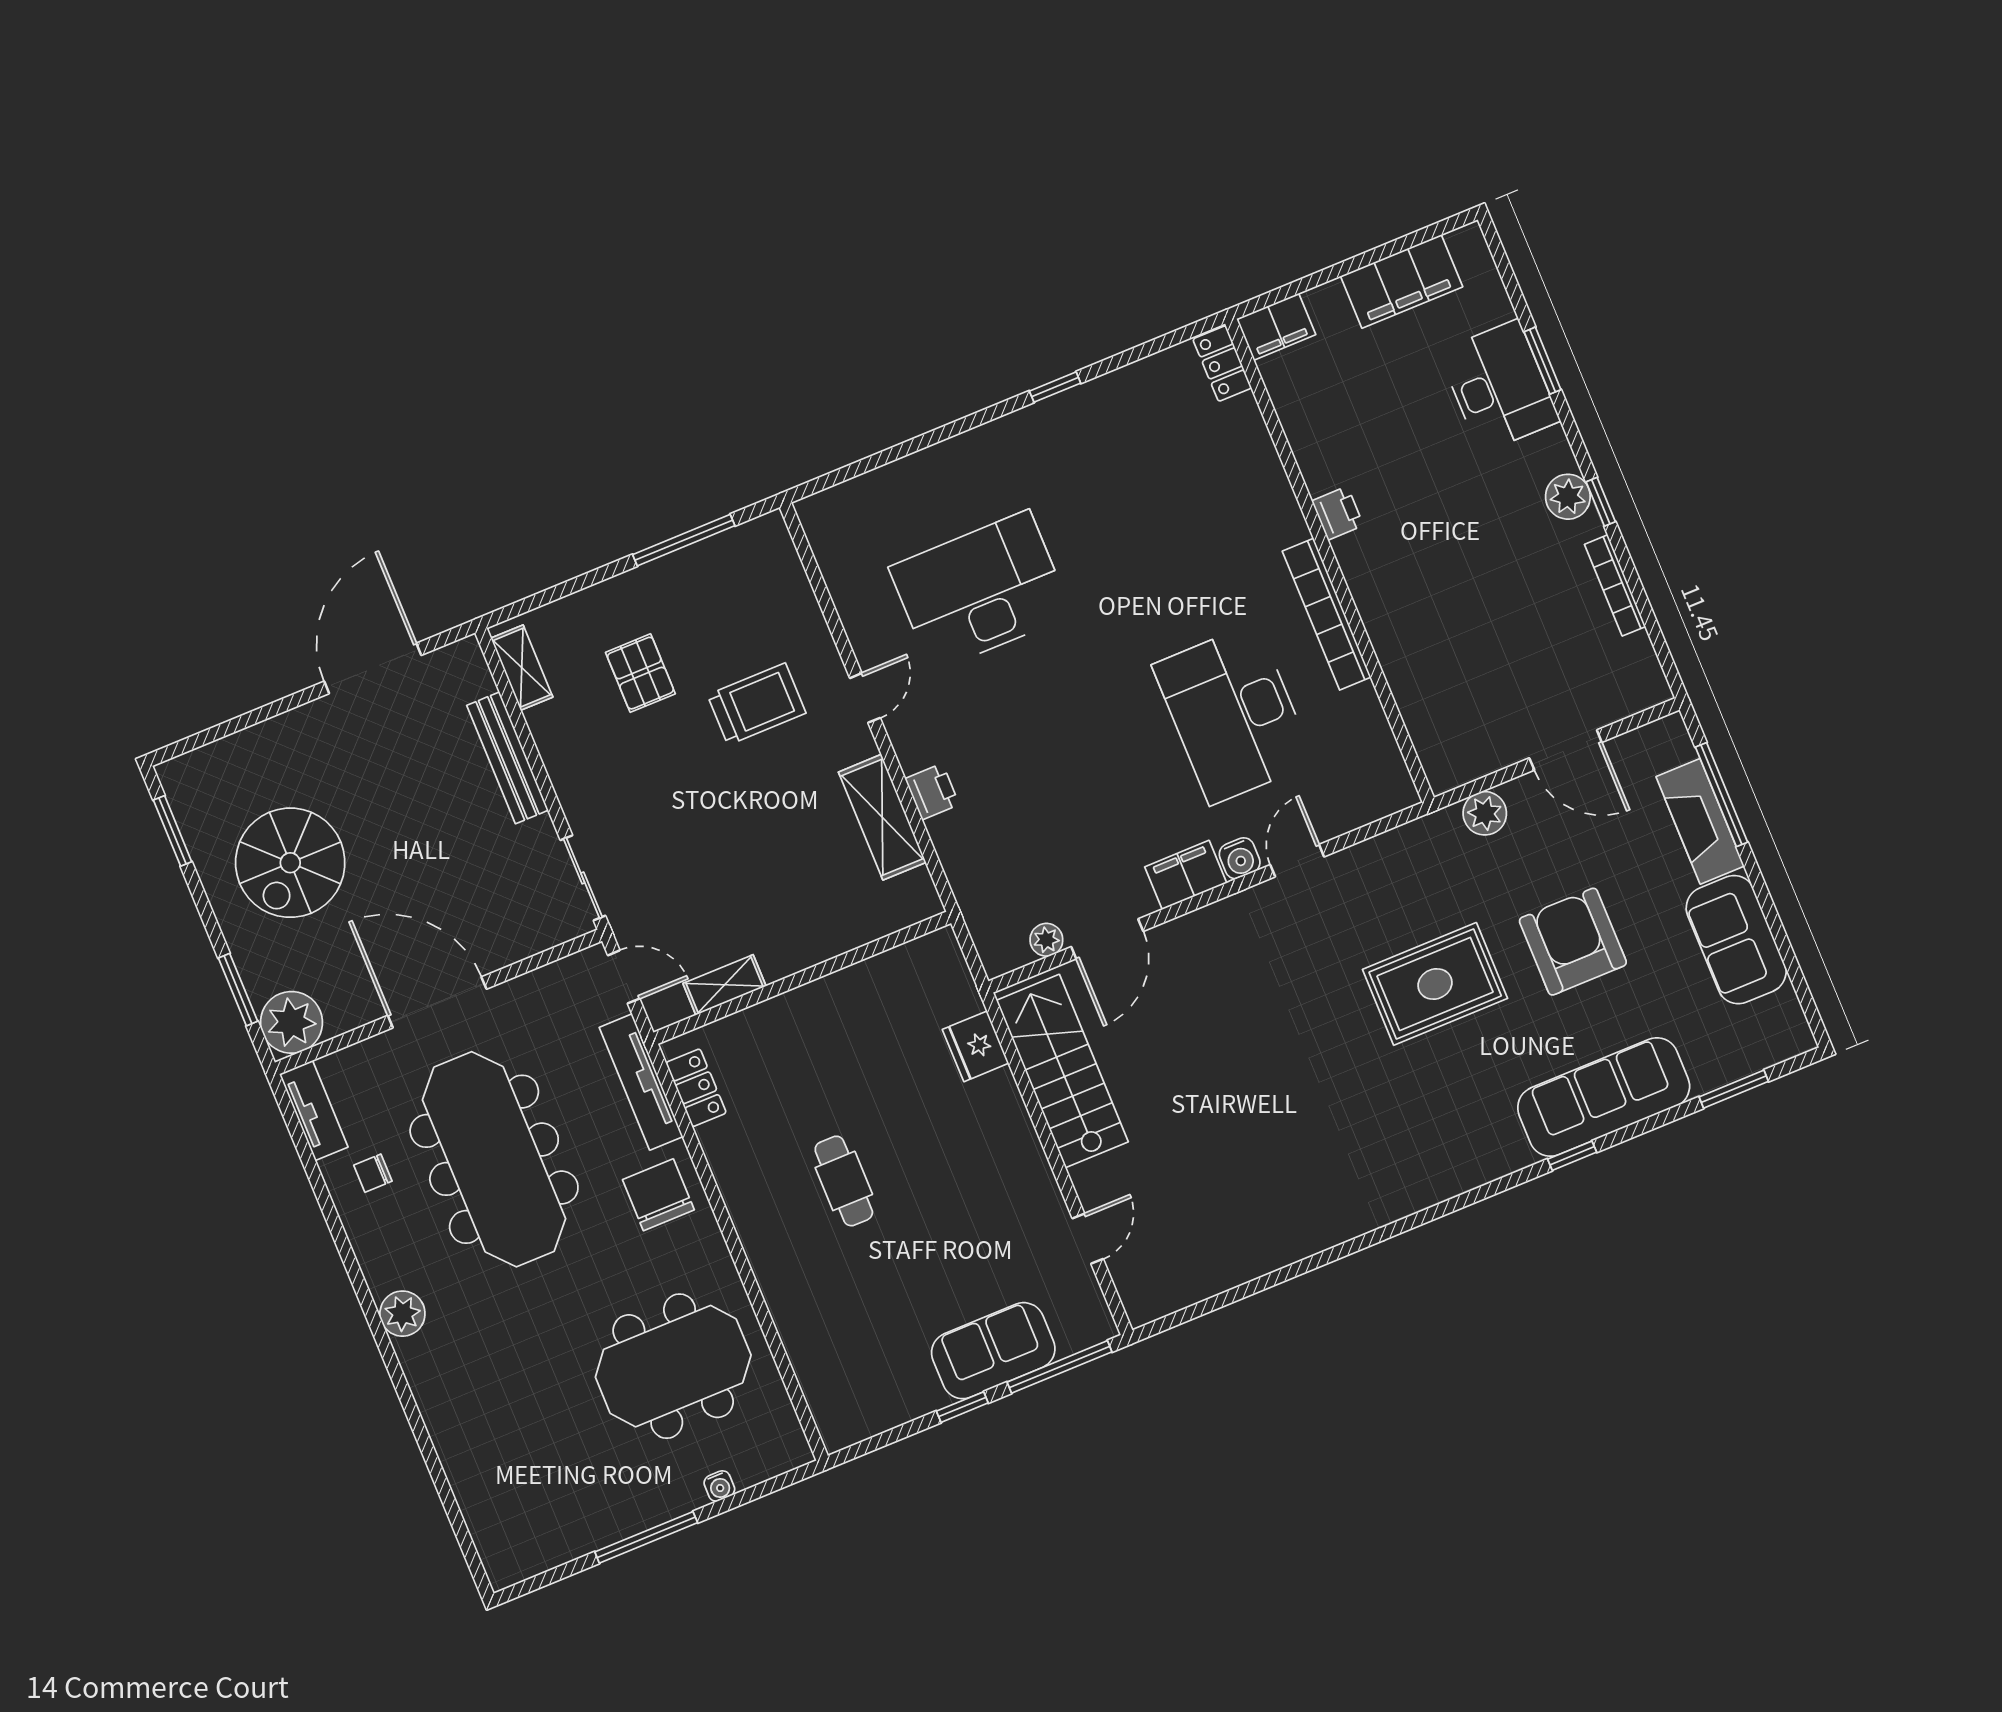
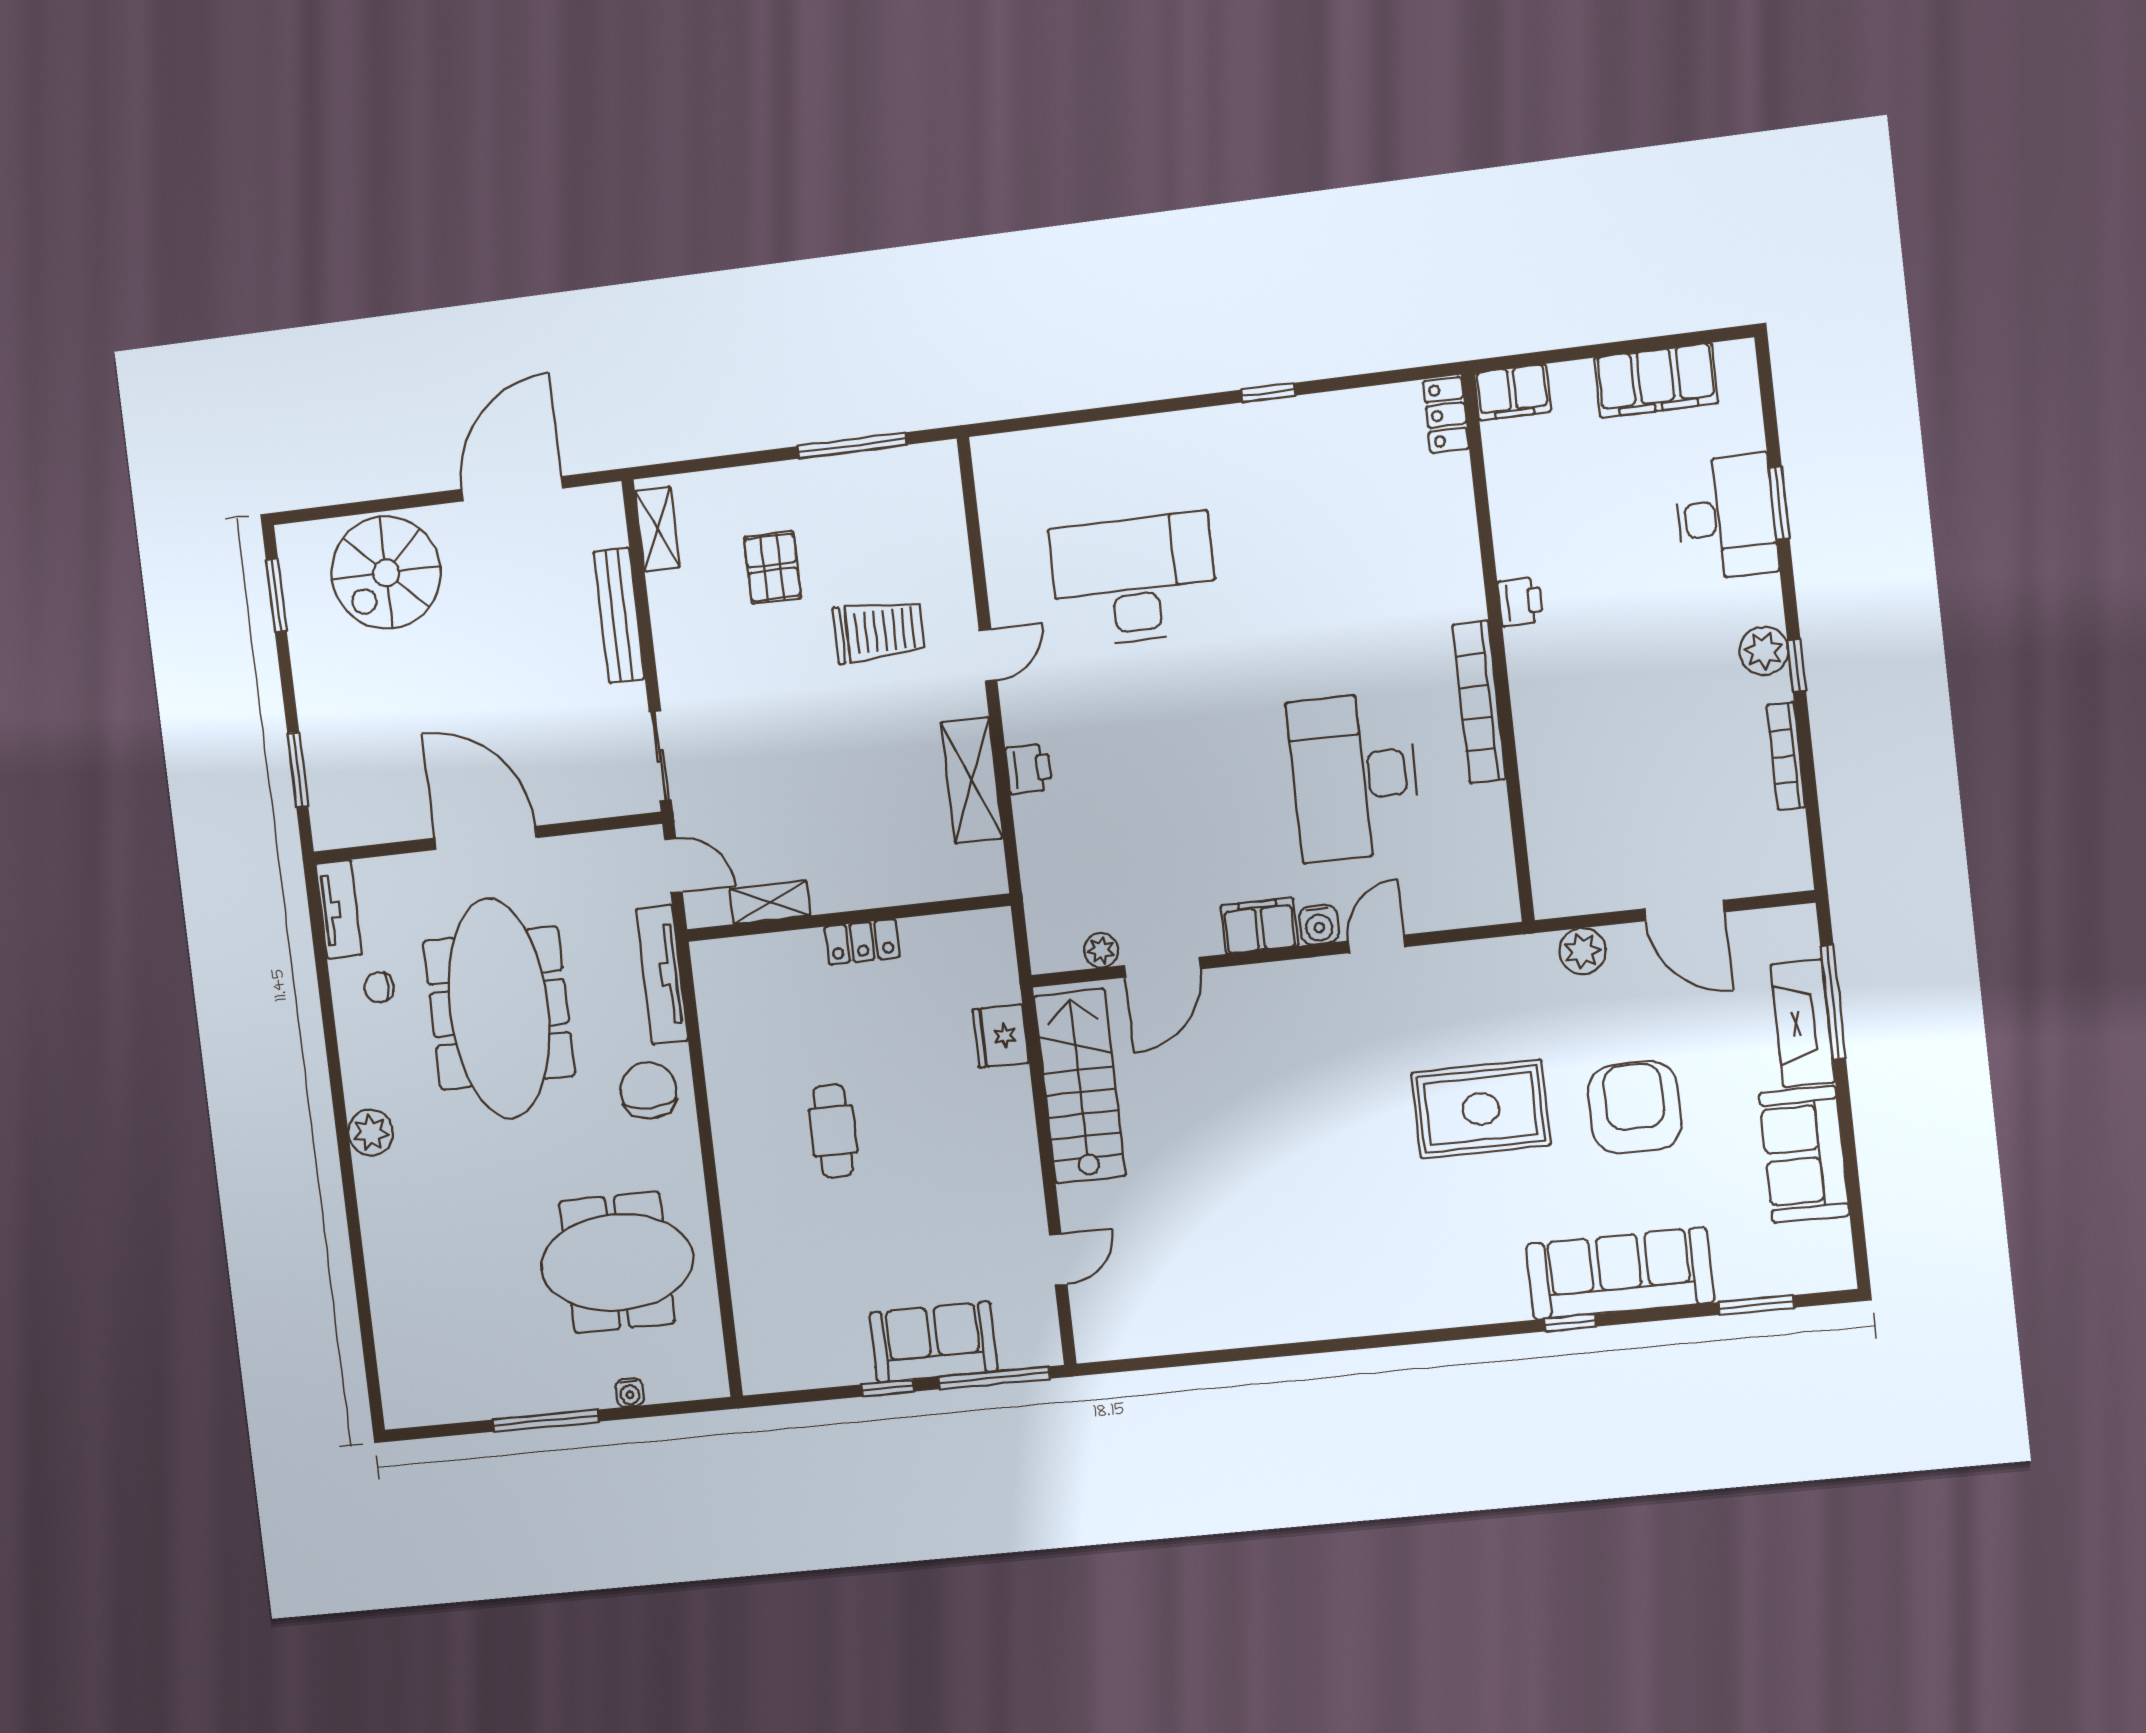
spiral stairs: (290, 863) -> (386, 573), moved
plant: (291, 1022) -> (340, 817), removed
locker: (696, 1088) -> (862, 942), moved, turned 90

